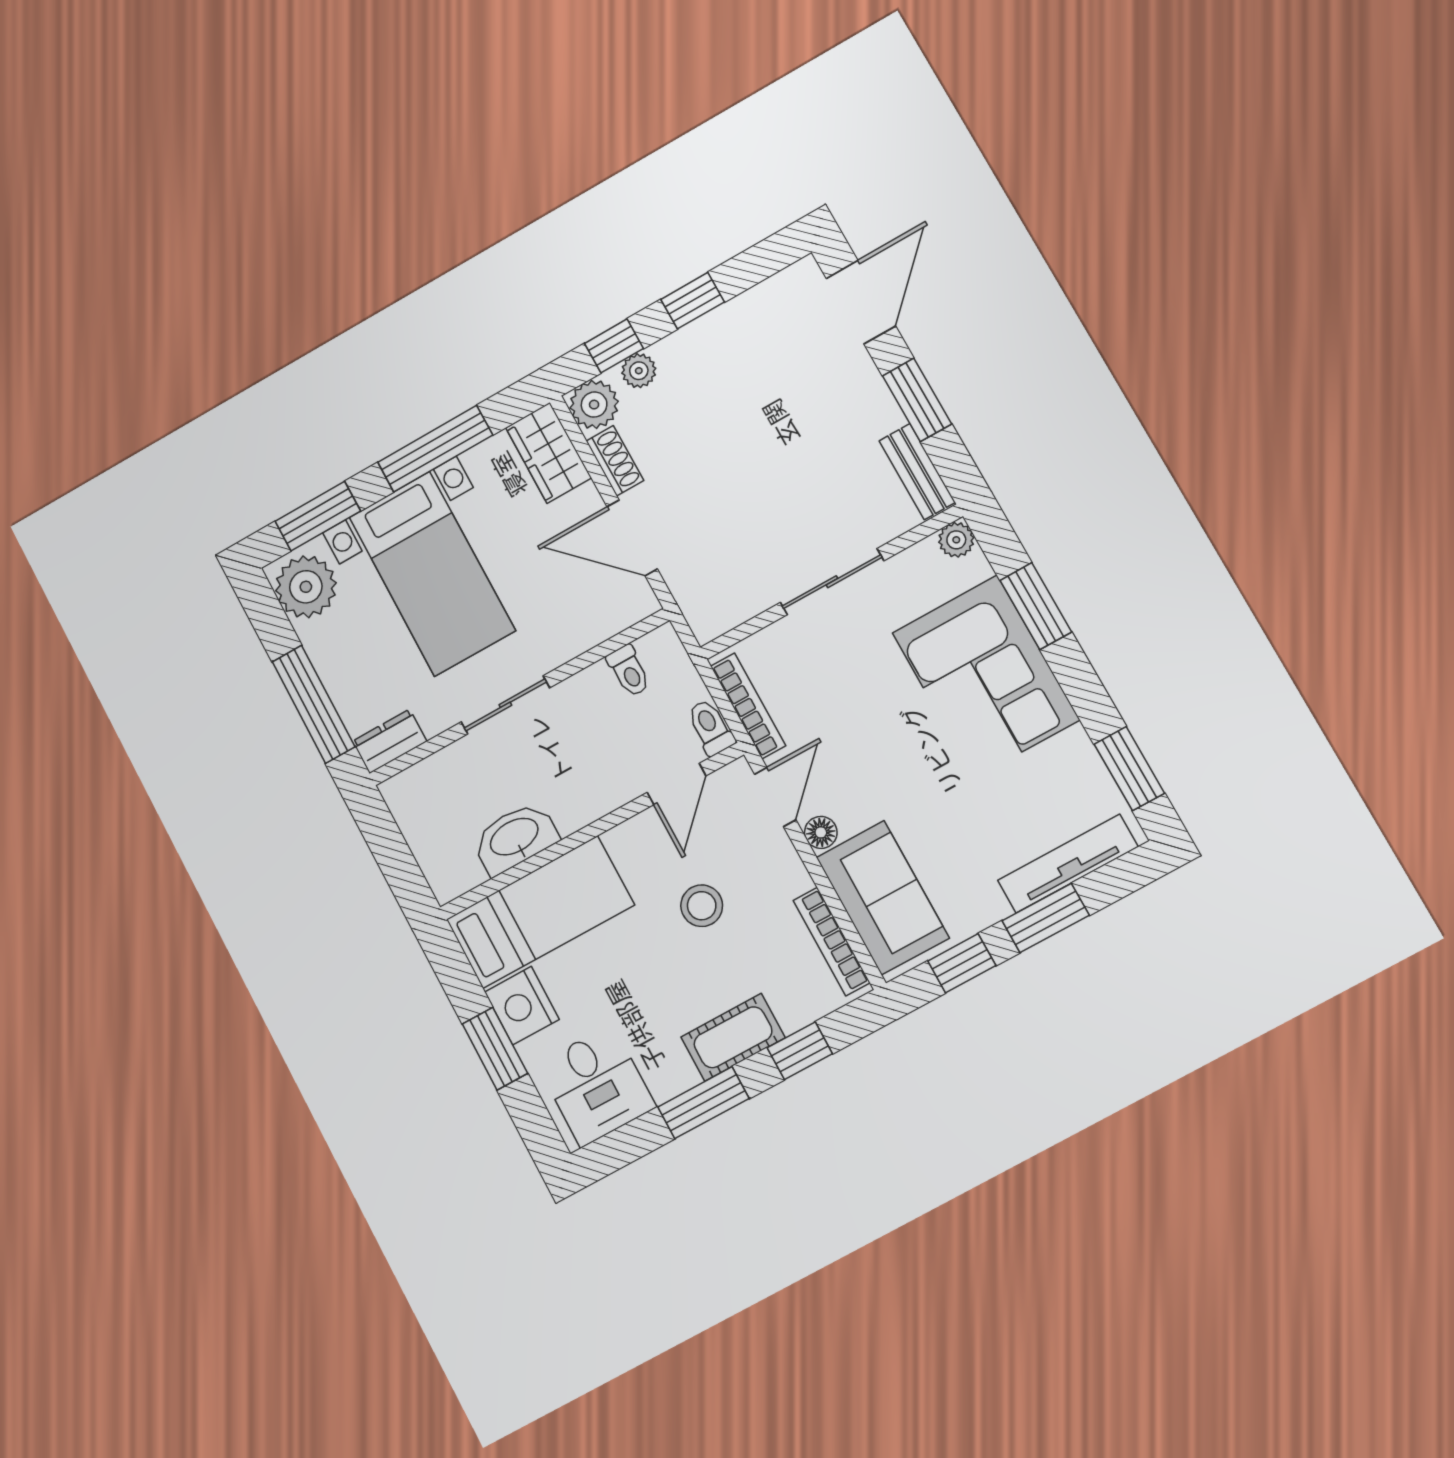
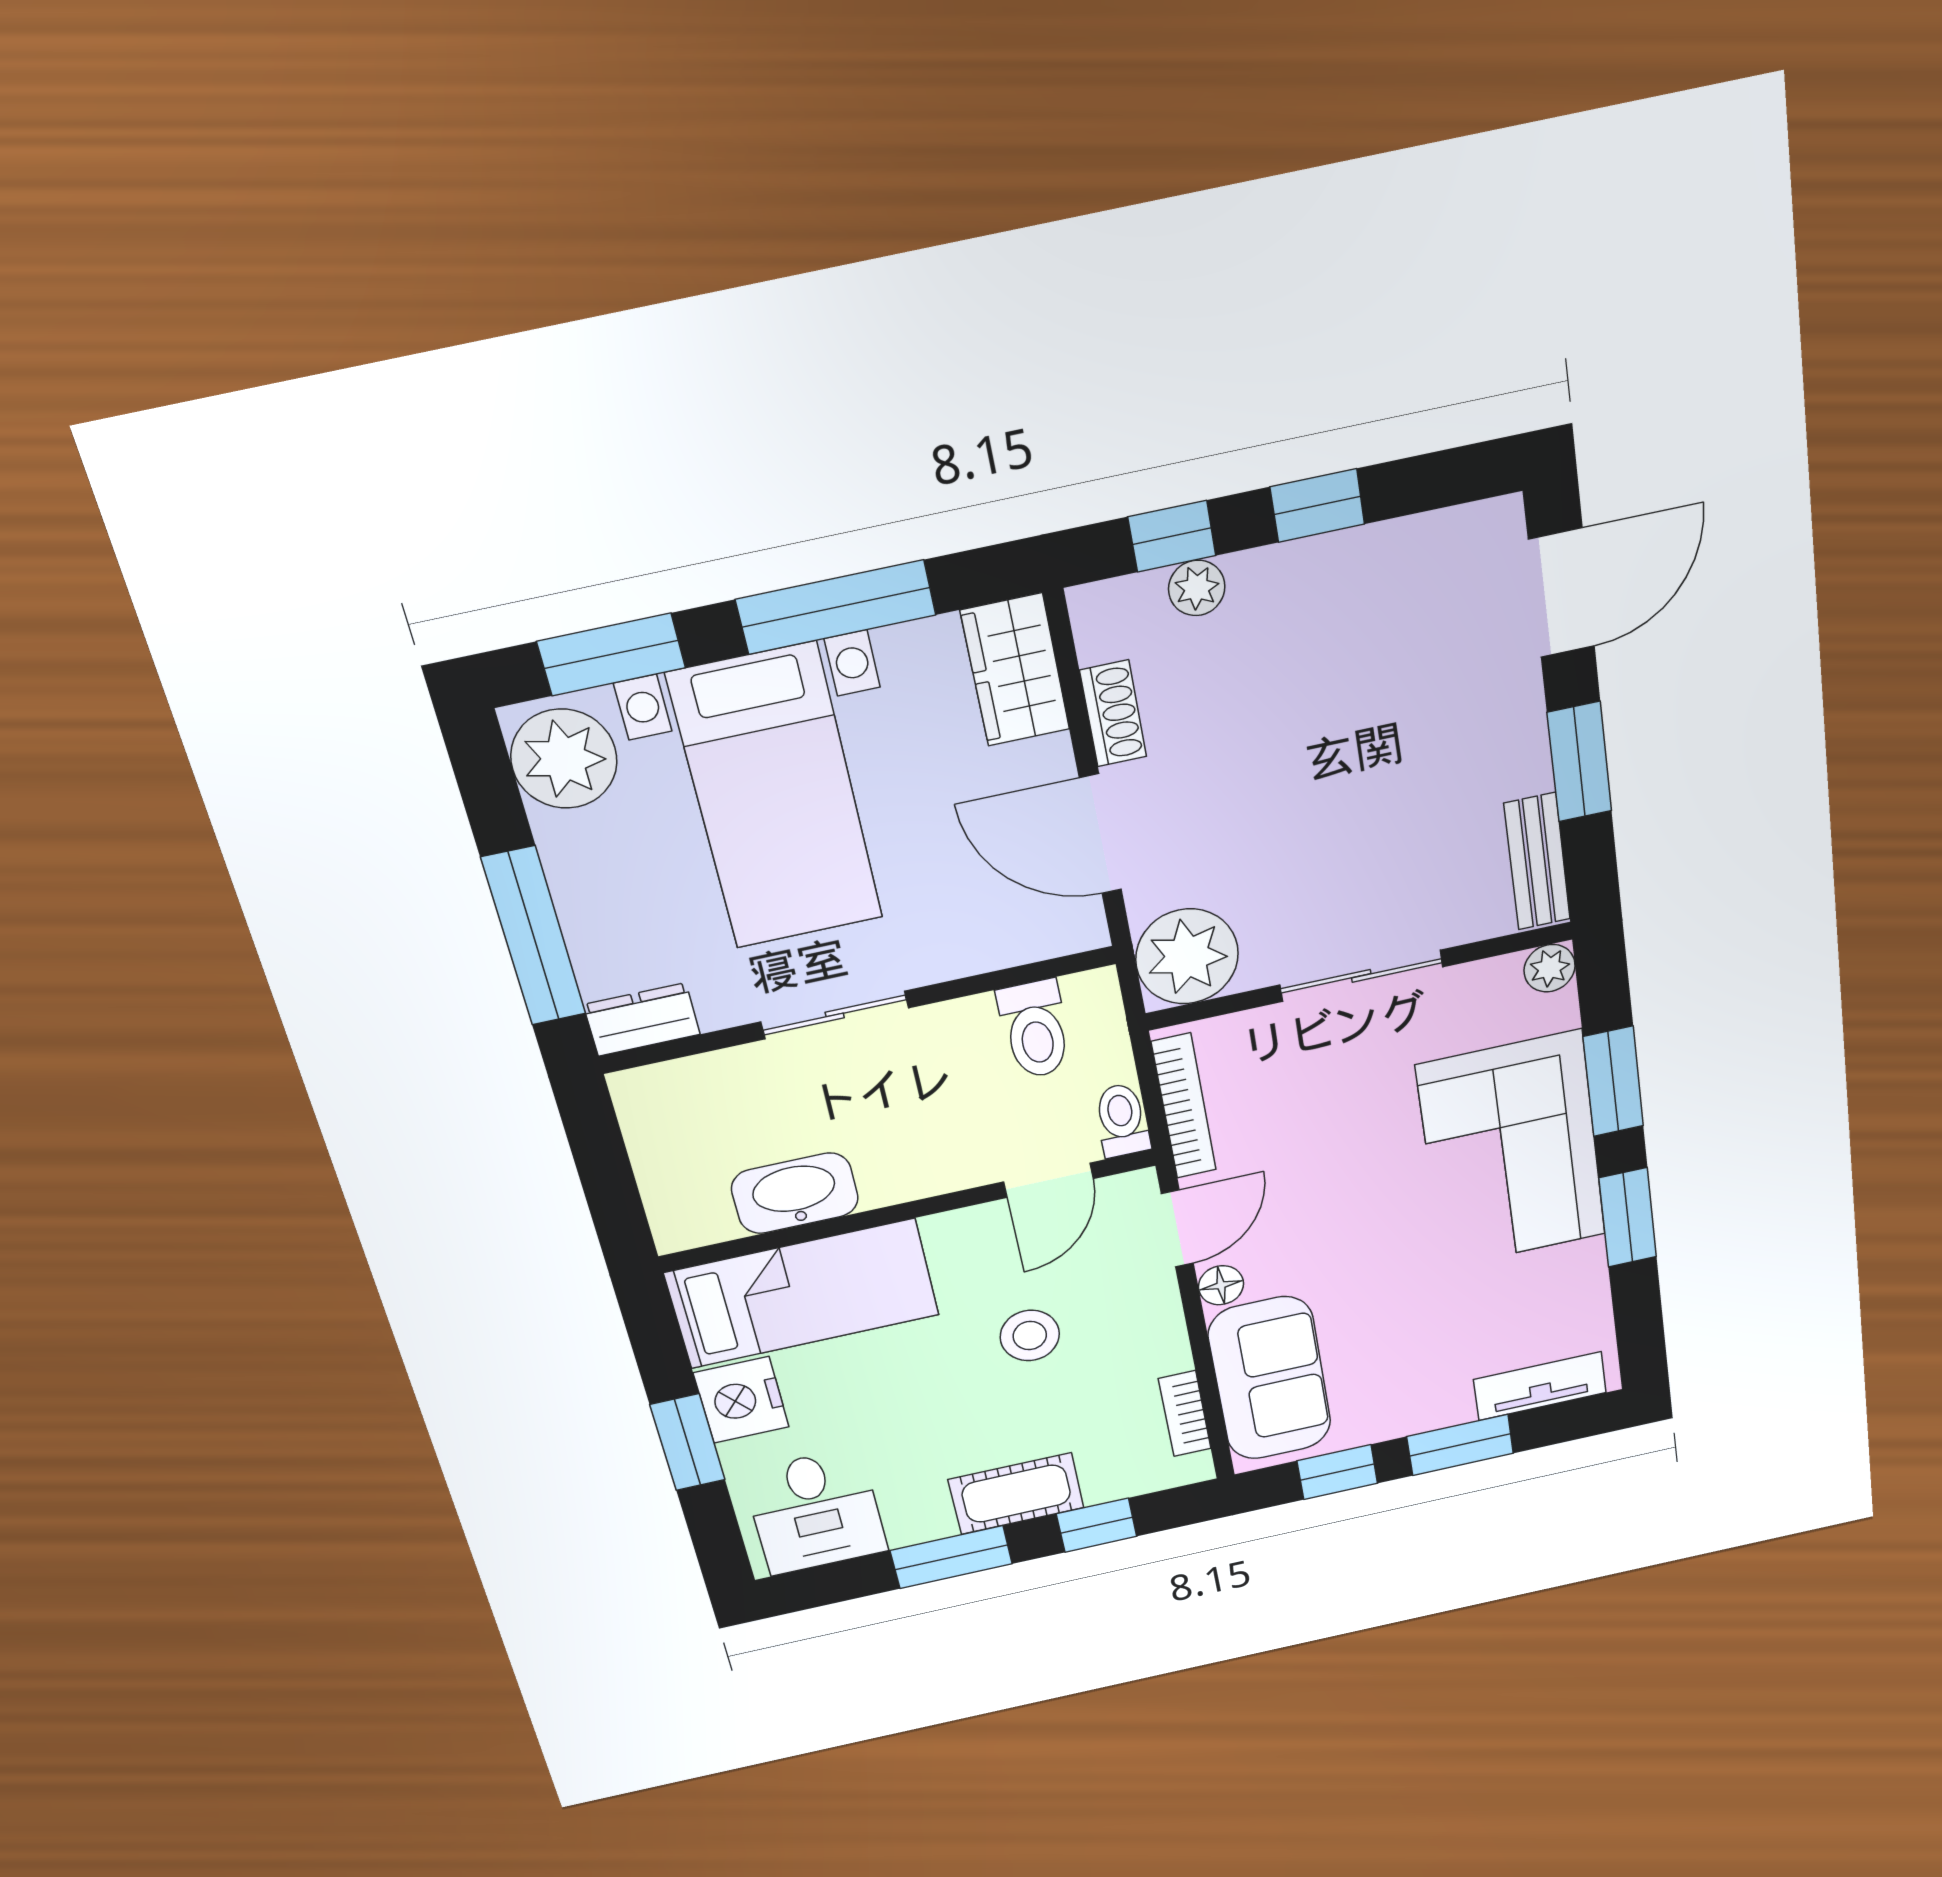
plant: (594, 405) -> (1187, 957), moved, width x1.36, depth x1.36
toilet: (629, 671) -> (1035, 1029), width x1.37, depth x1.39
window: (1129, 769) -> (1628, 1218), moved
tv unit: (1068, 864) -> (1540, 1386), width x0.71
bookcase: (832, 941) -> (1185, 1414), width x0.64

